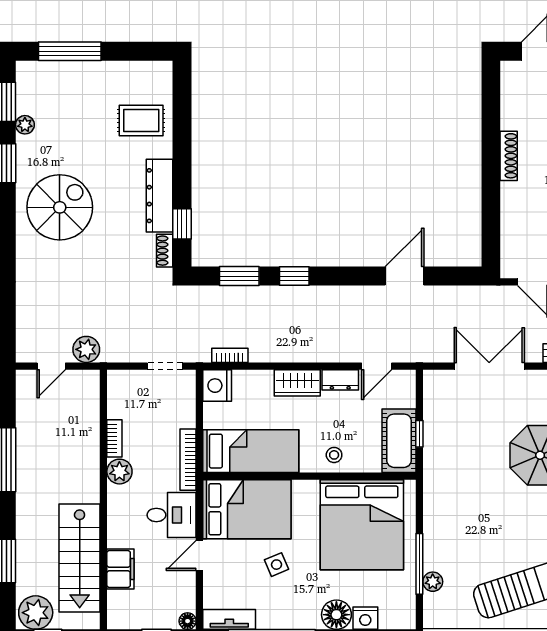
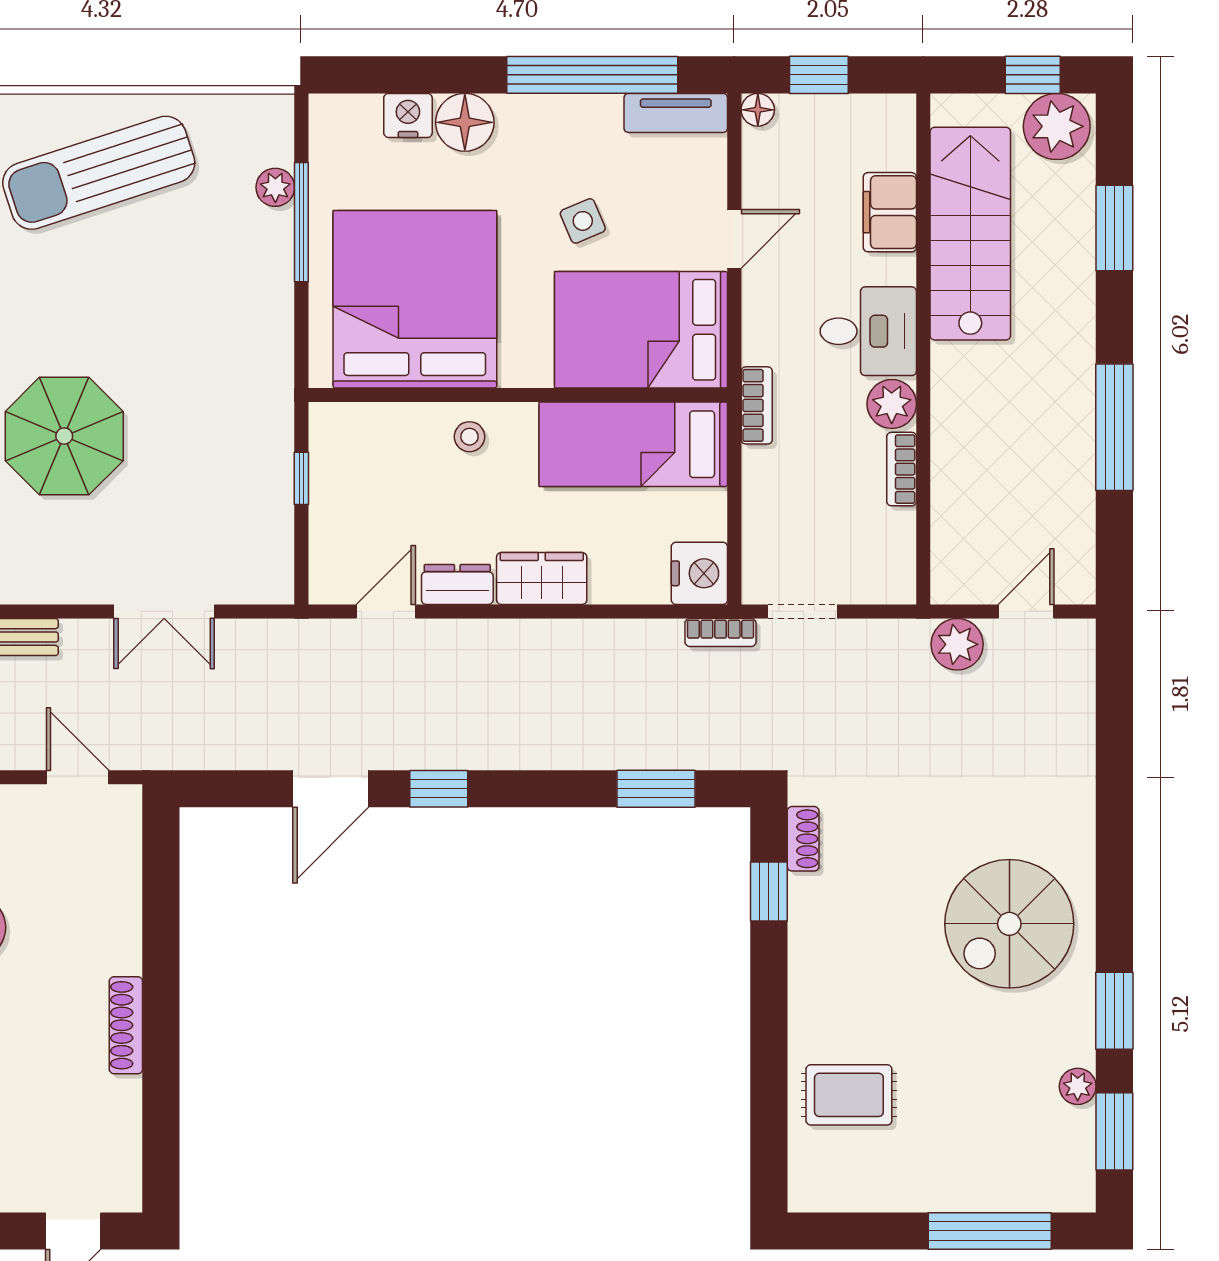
dresser: (159, 196) -> (813, 947), removed
window: (294, 276) -> (439, 789), moved
bookcase: (230, 355) -> (721, 632), moved
double door: (489, 366) -> (164, 611), width x0.73
cot: (399, 441) -> (342, 465), removed
bookcase: (188, 460) -> (757, 405), width x0.64
desk: (172, 515) -> (868, 331), moved, turned 180

